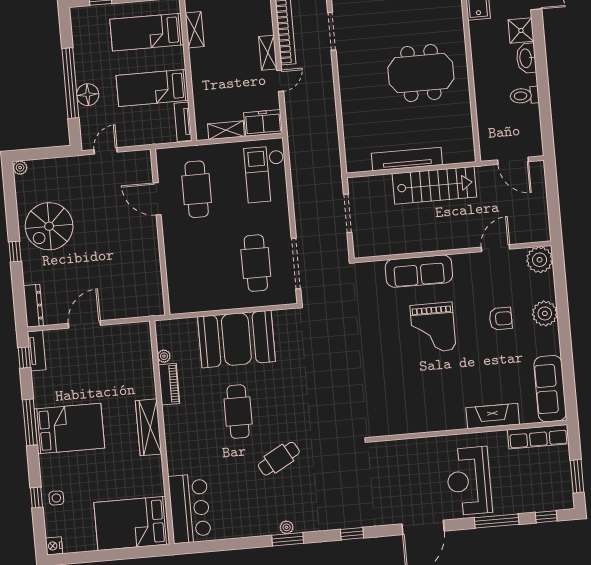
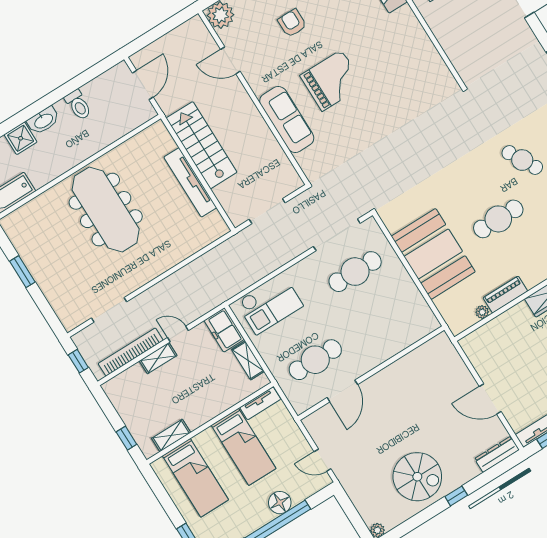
meeting table: (421, 73) -> (106, 210), width x1.36

